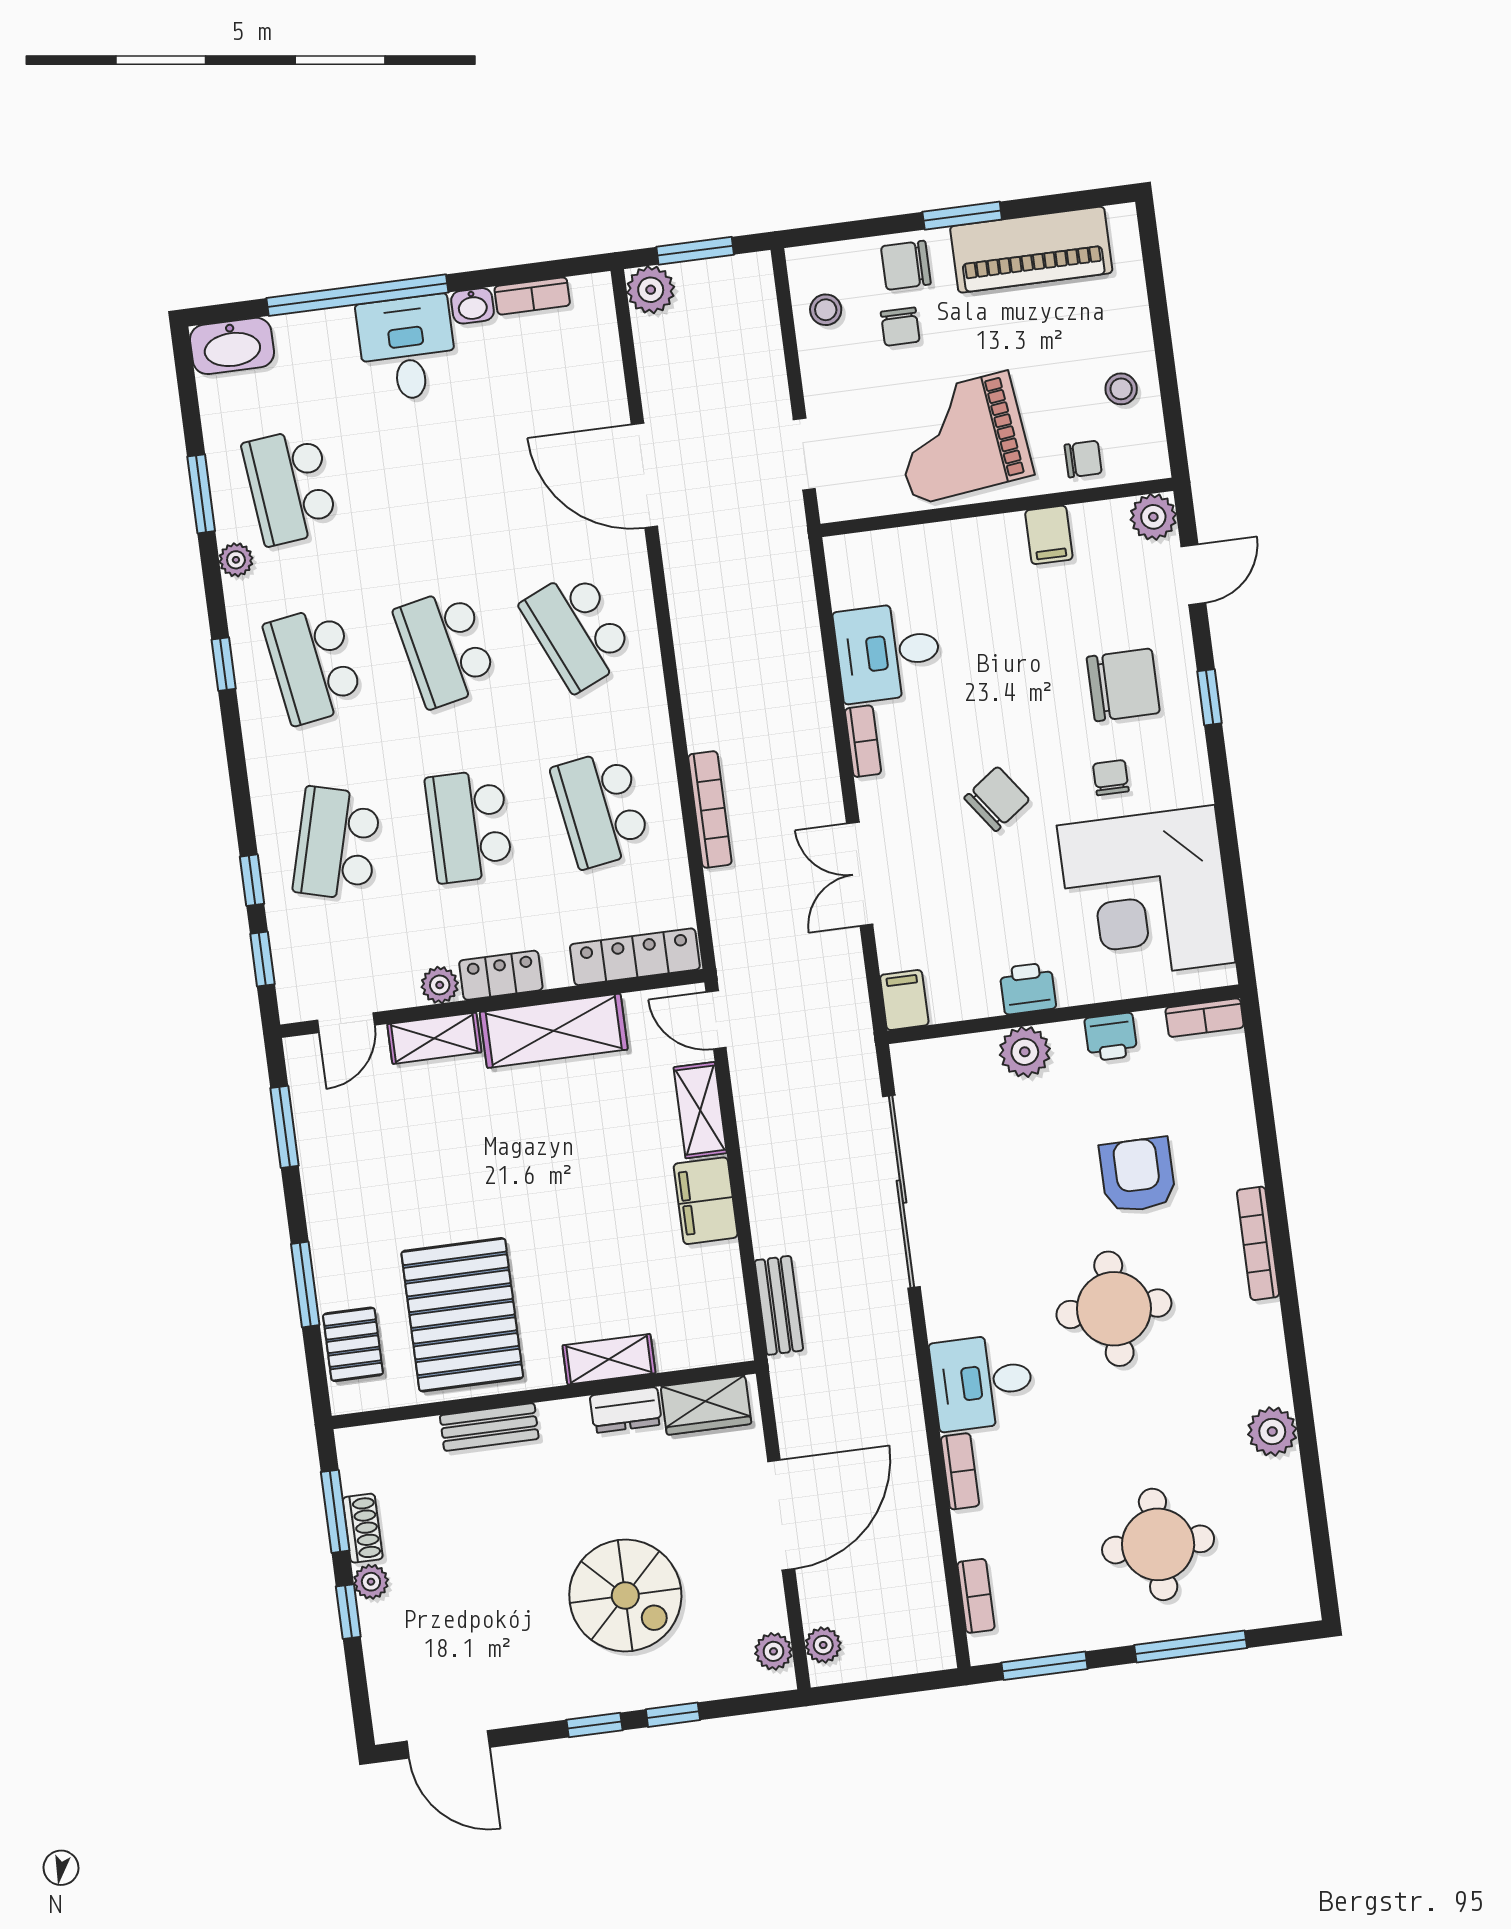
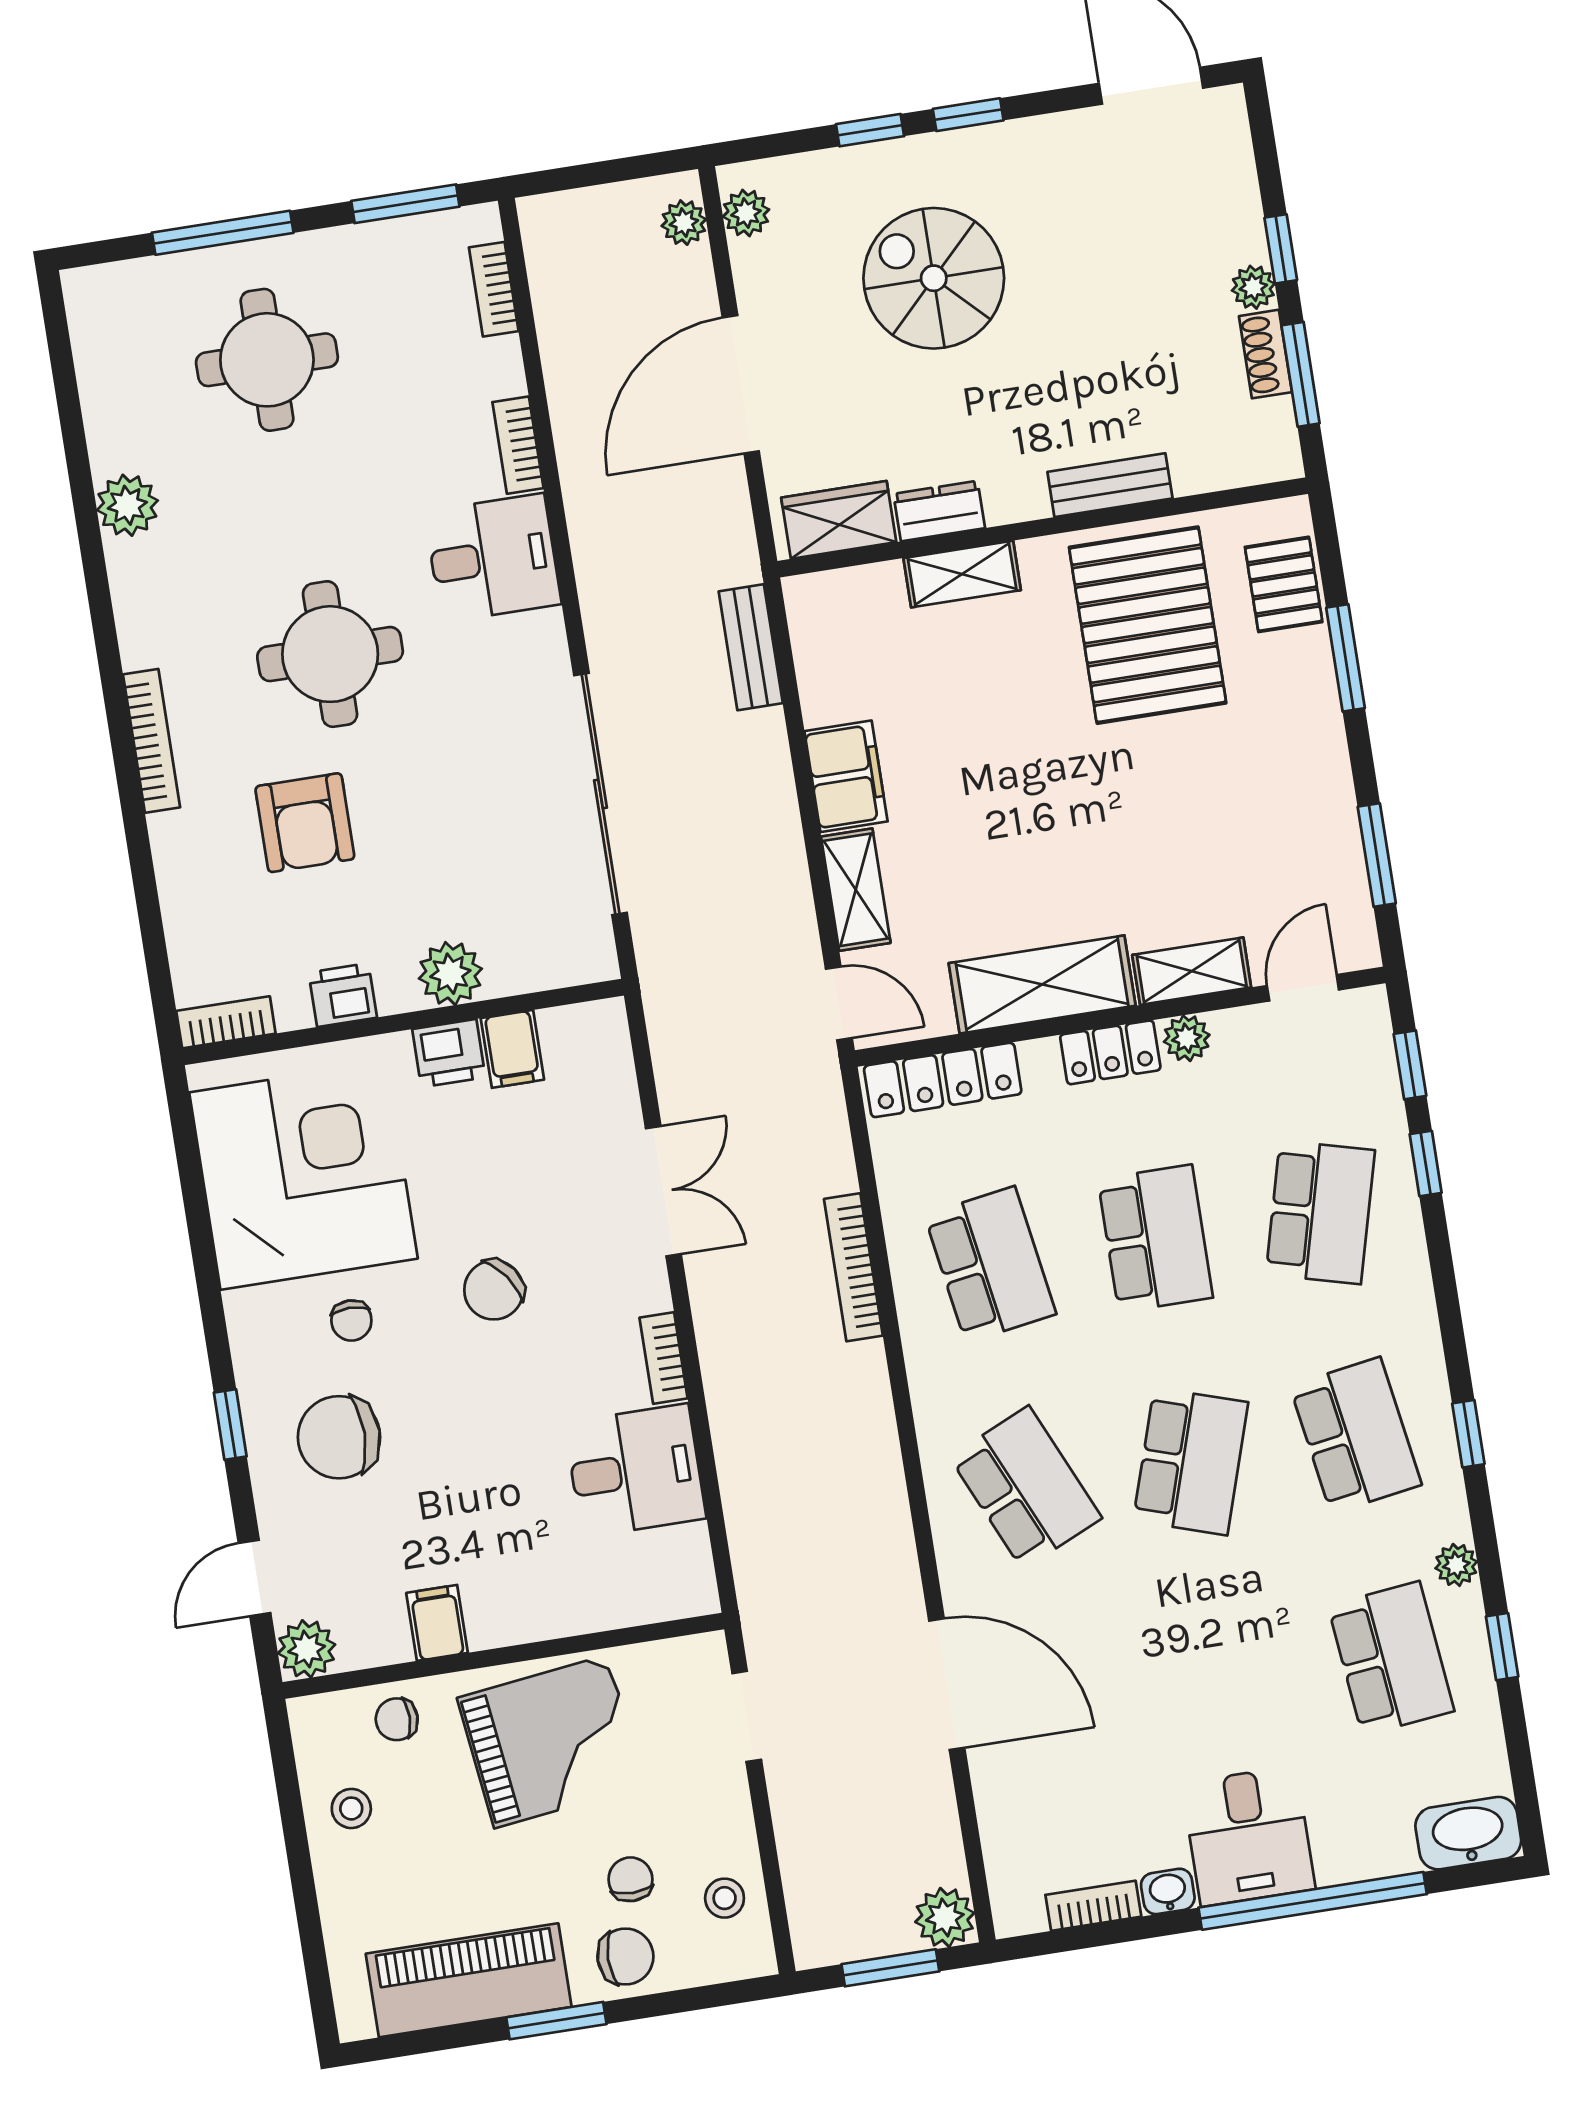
window: (201, 494) -> (1502, 1647), width x0.67
school desk: (445, 648) -> (1191, 1461), turned 30
filing cabinet: (904, 1000) -> (512, 1049), moved

